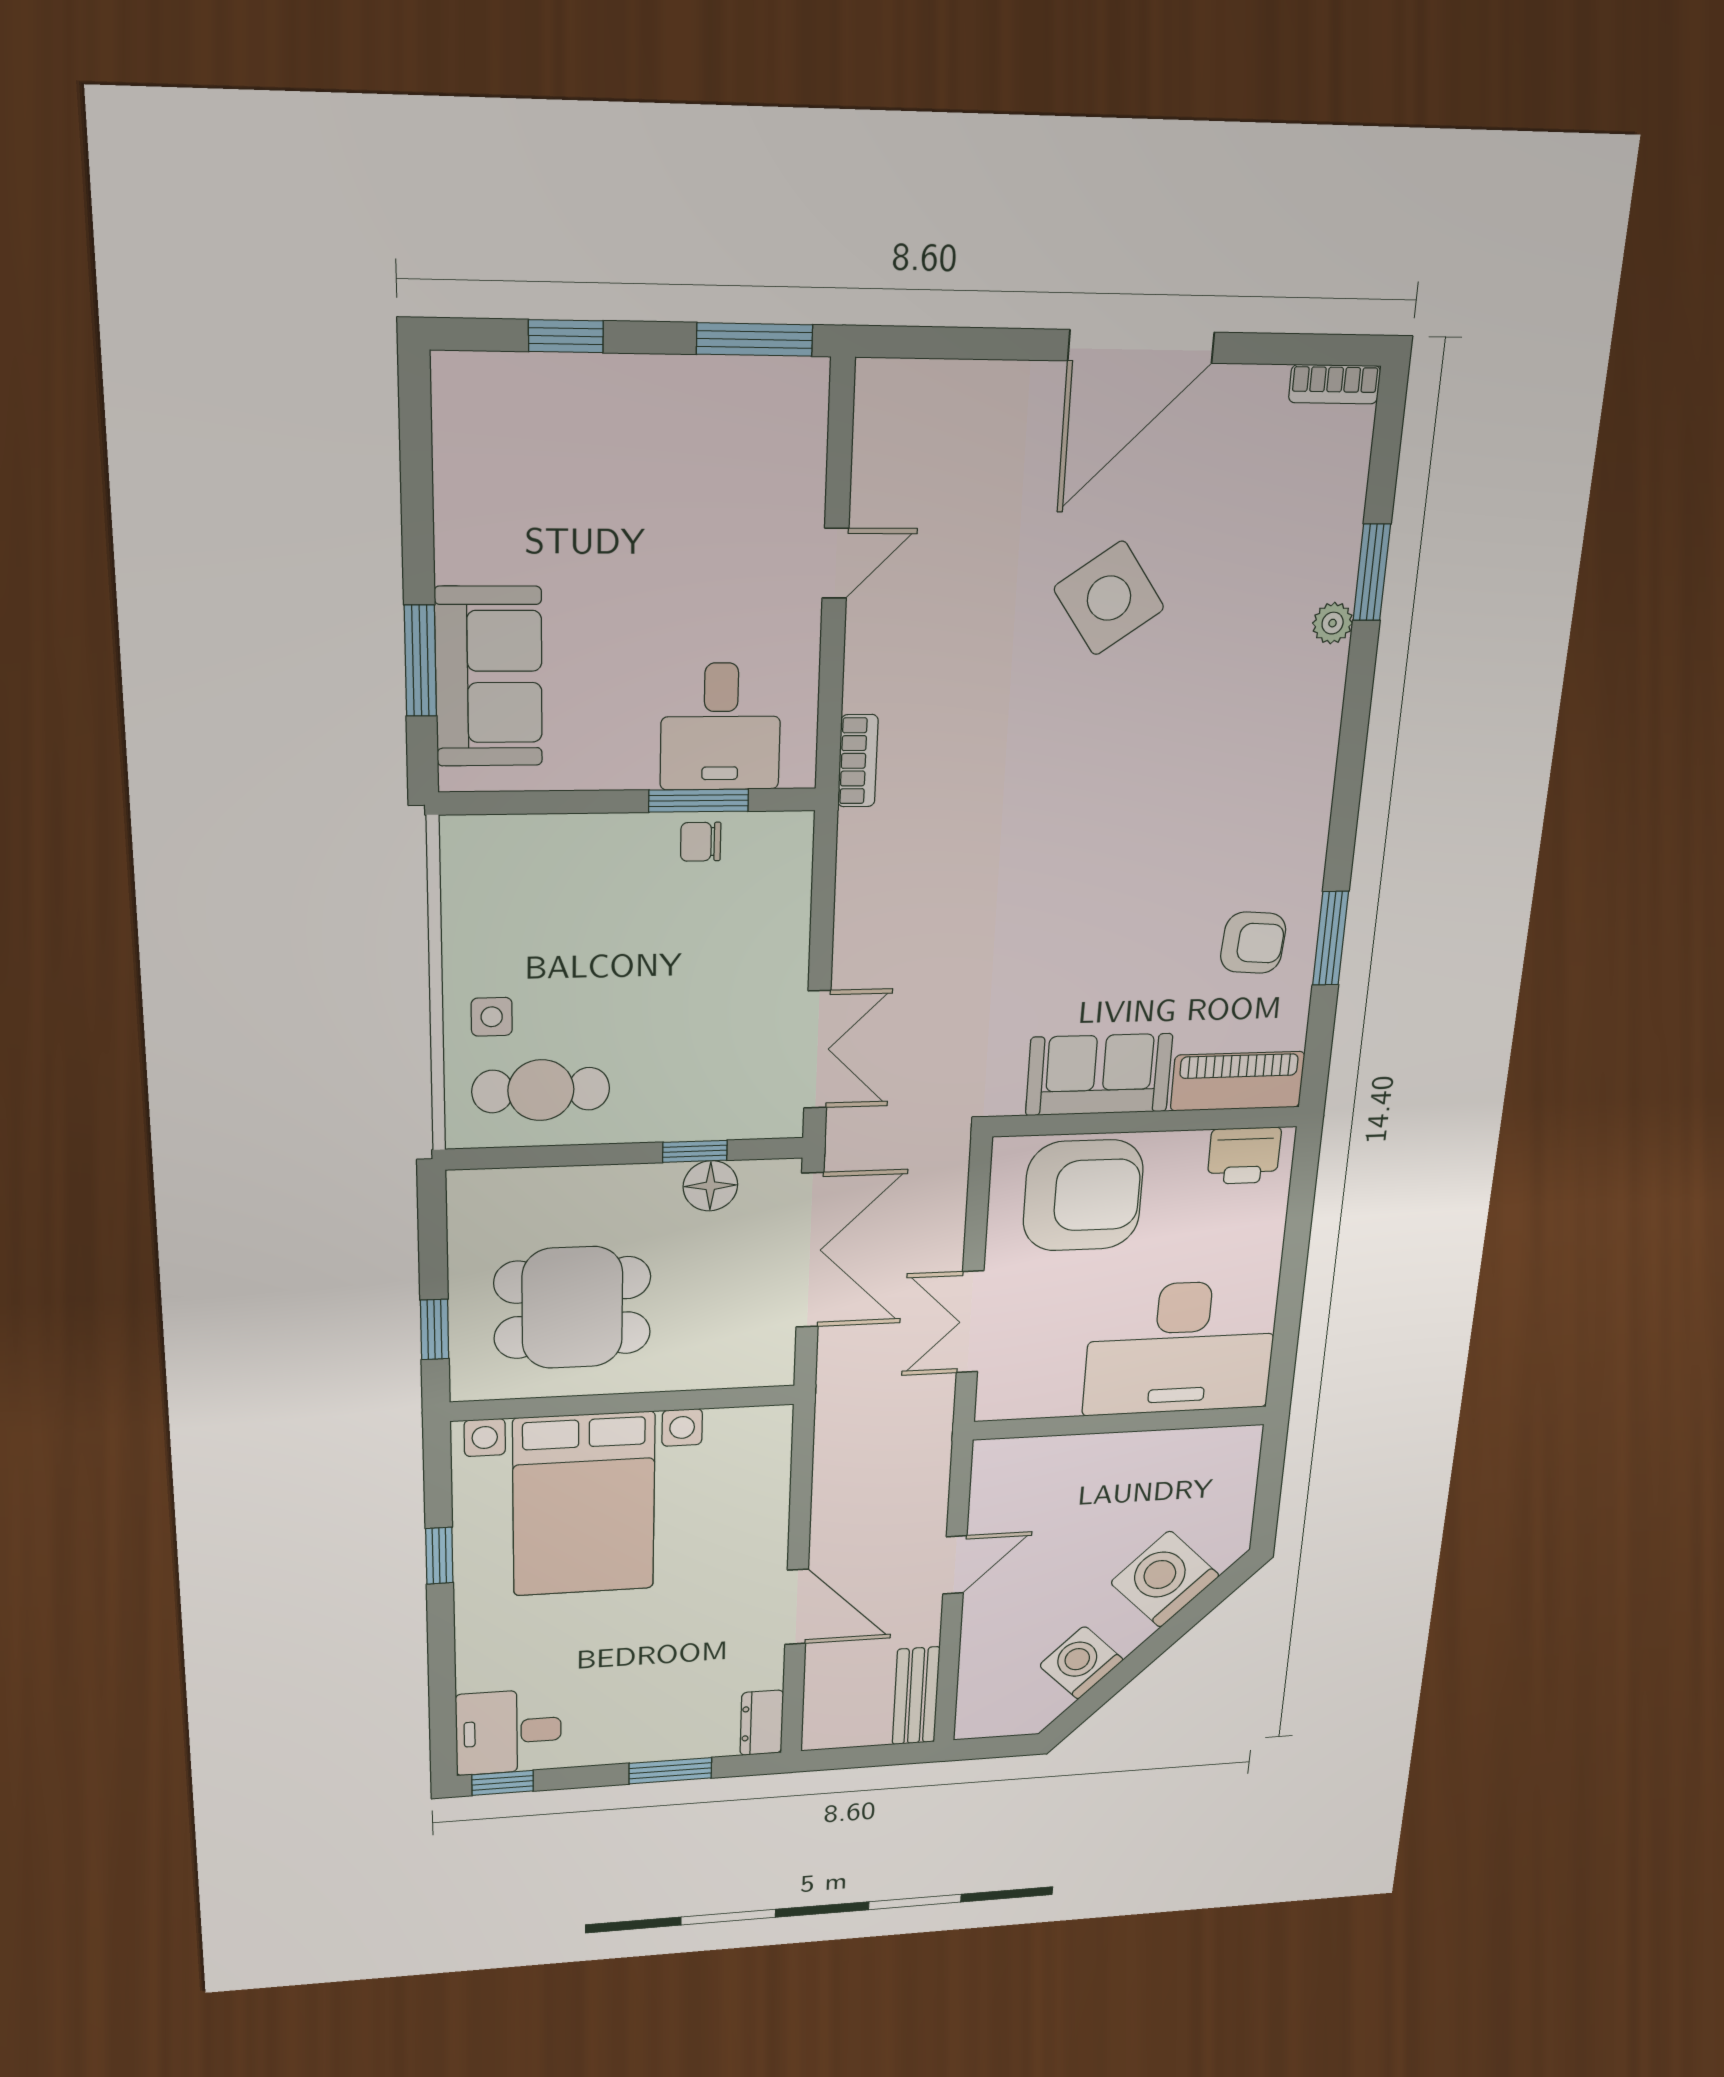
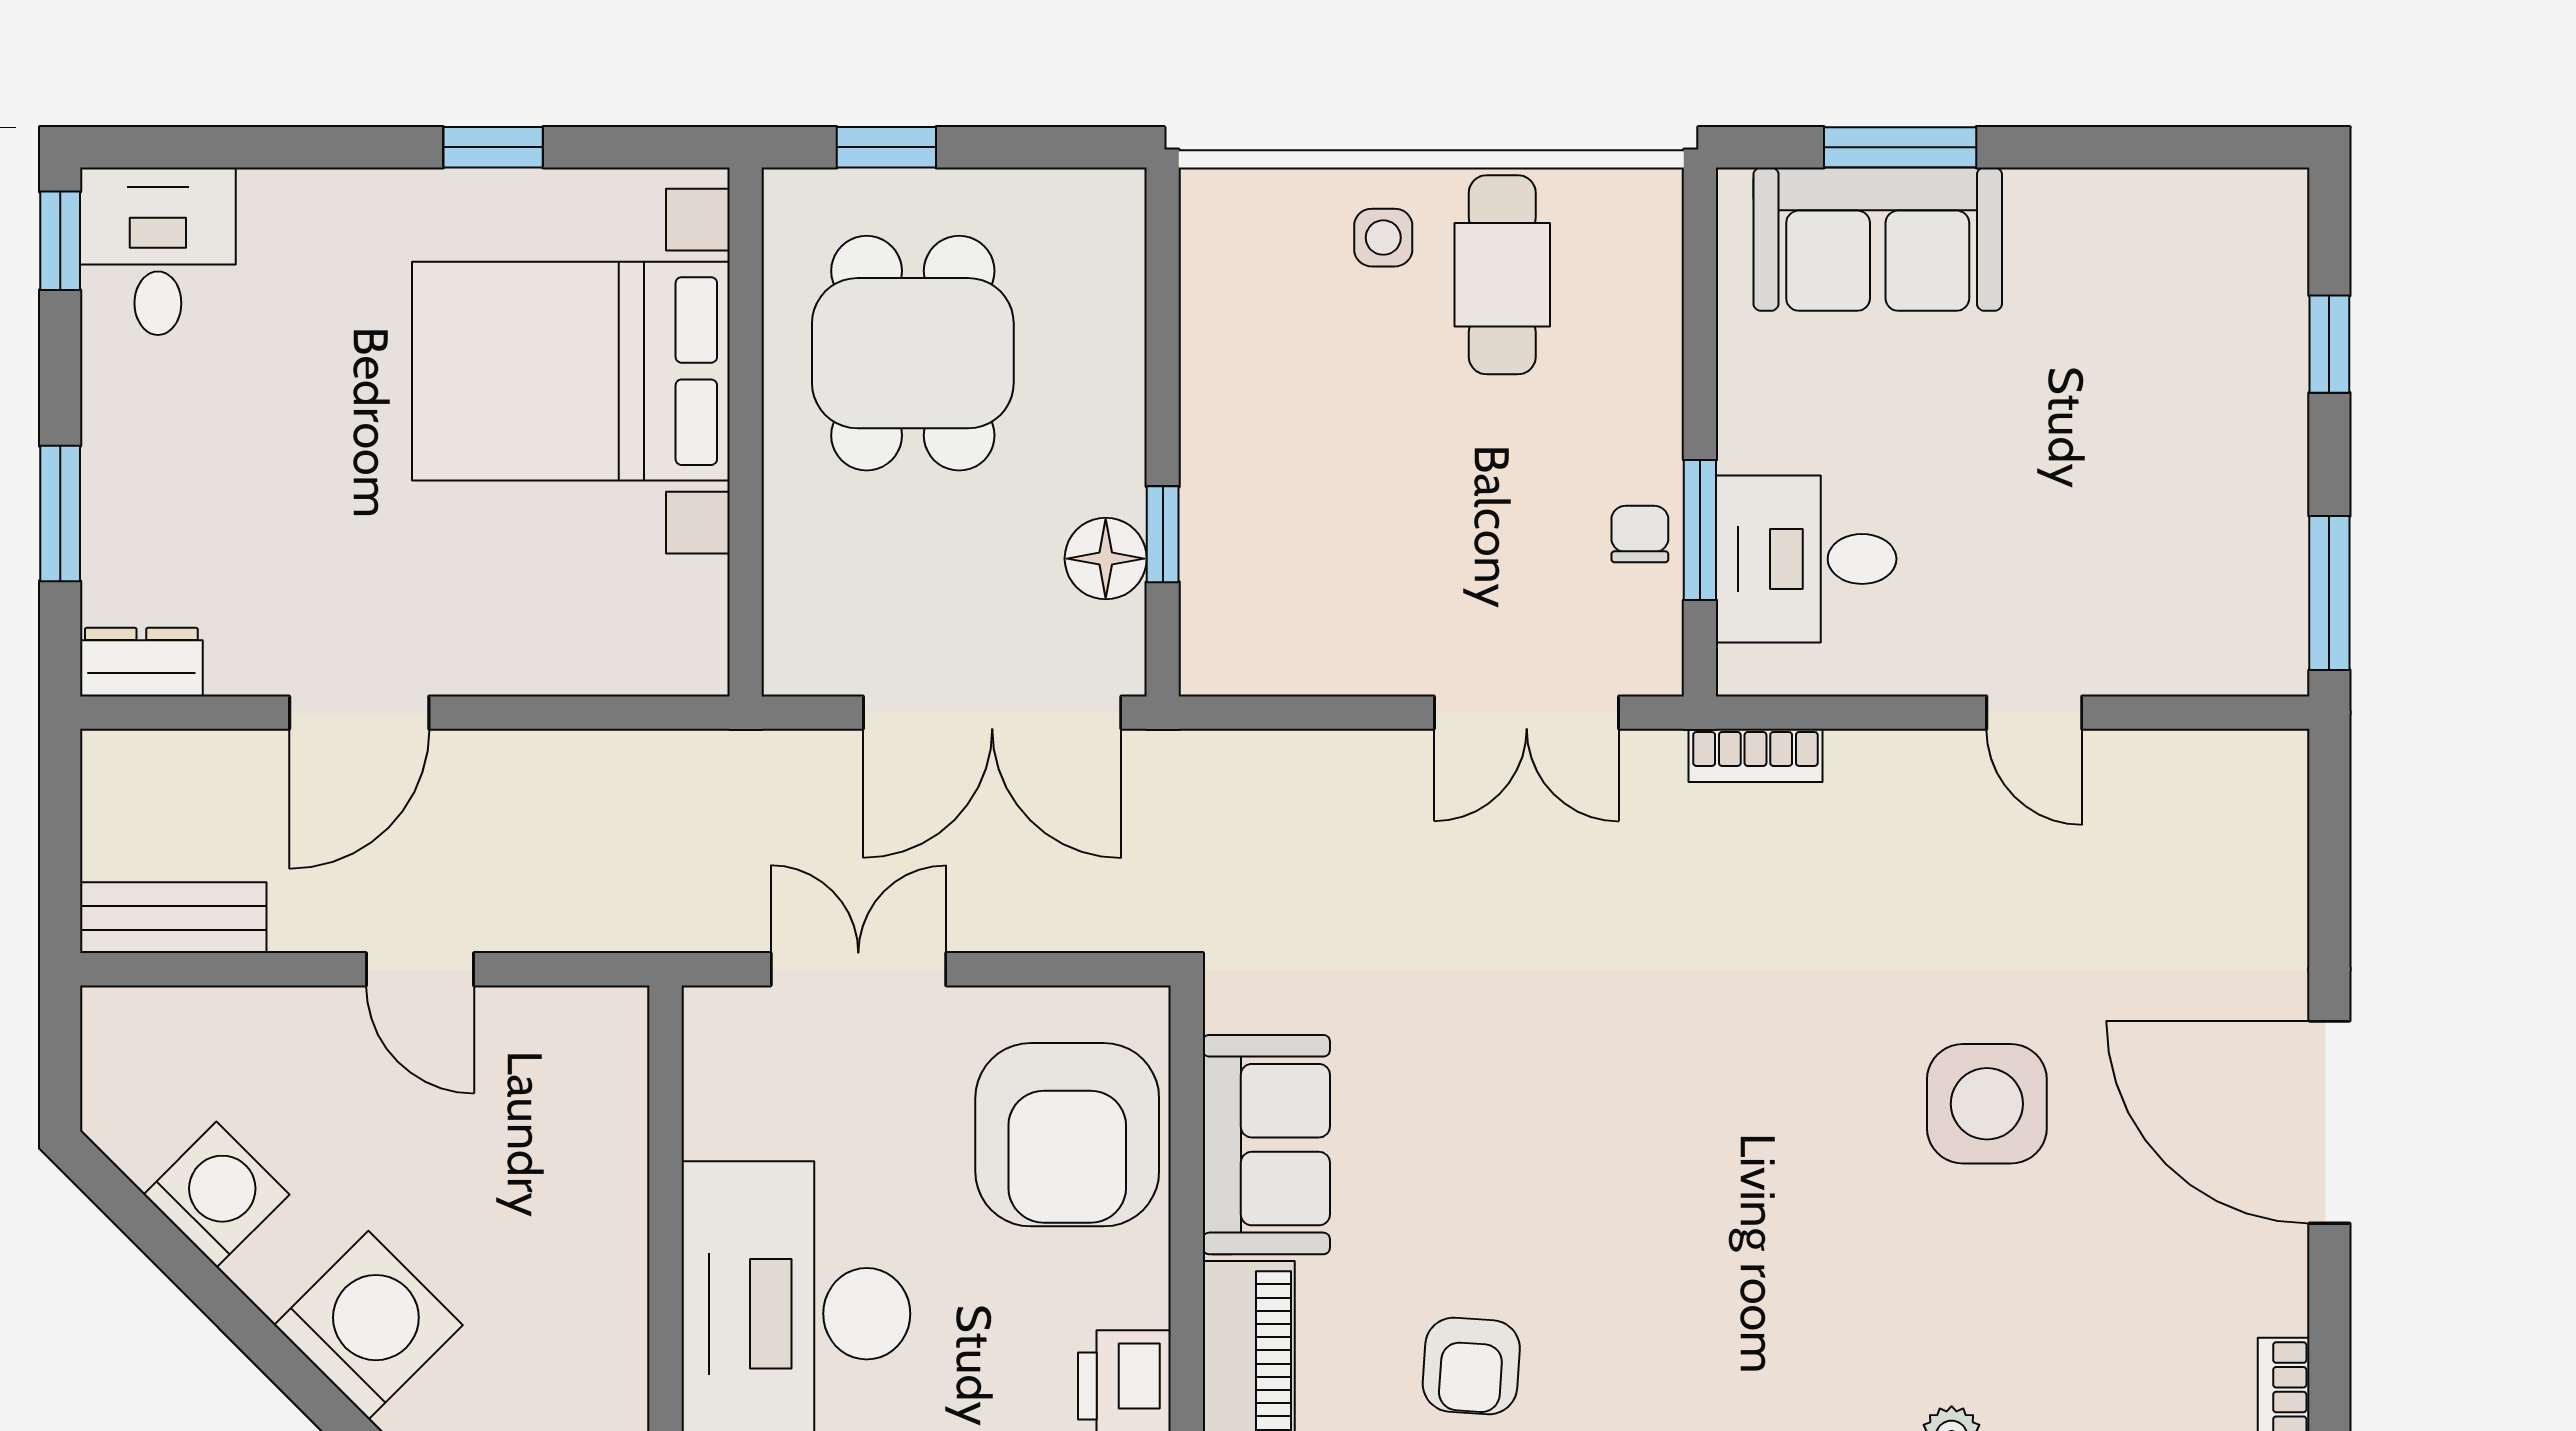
side table: (1109, 598) -> (1987, 1104), turned 35
double door: (817, 1050) -> (1527, 713), moved
cafe table: (541, 1090) -> (1502, 275), moved

